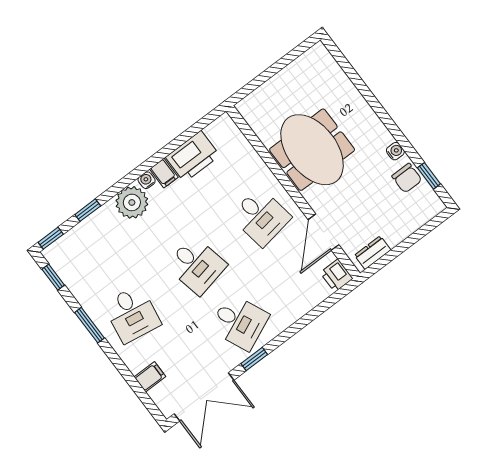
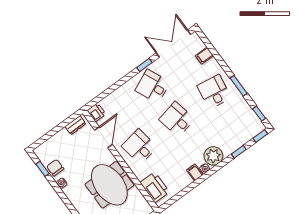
printer: (193, 156) -> (155, 187), moved, turned 90

